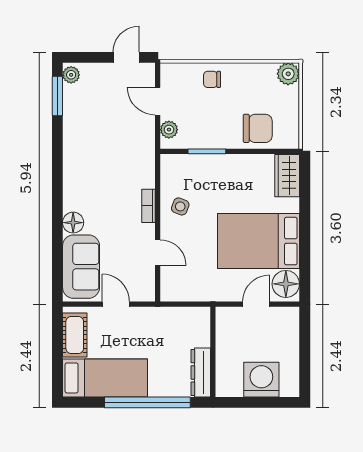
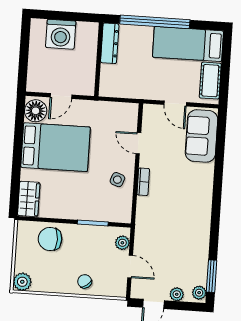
plant: (98, 71) -> (177, 294), added
chair: (212, 79) -> (85, 281), turned -127
floor lamp: (73, 223) -> (205, 172), removed

